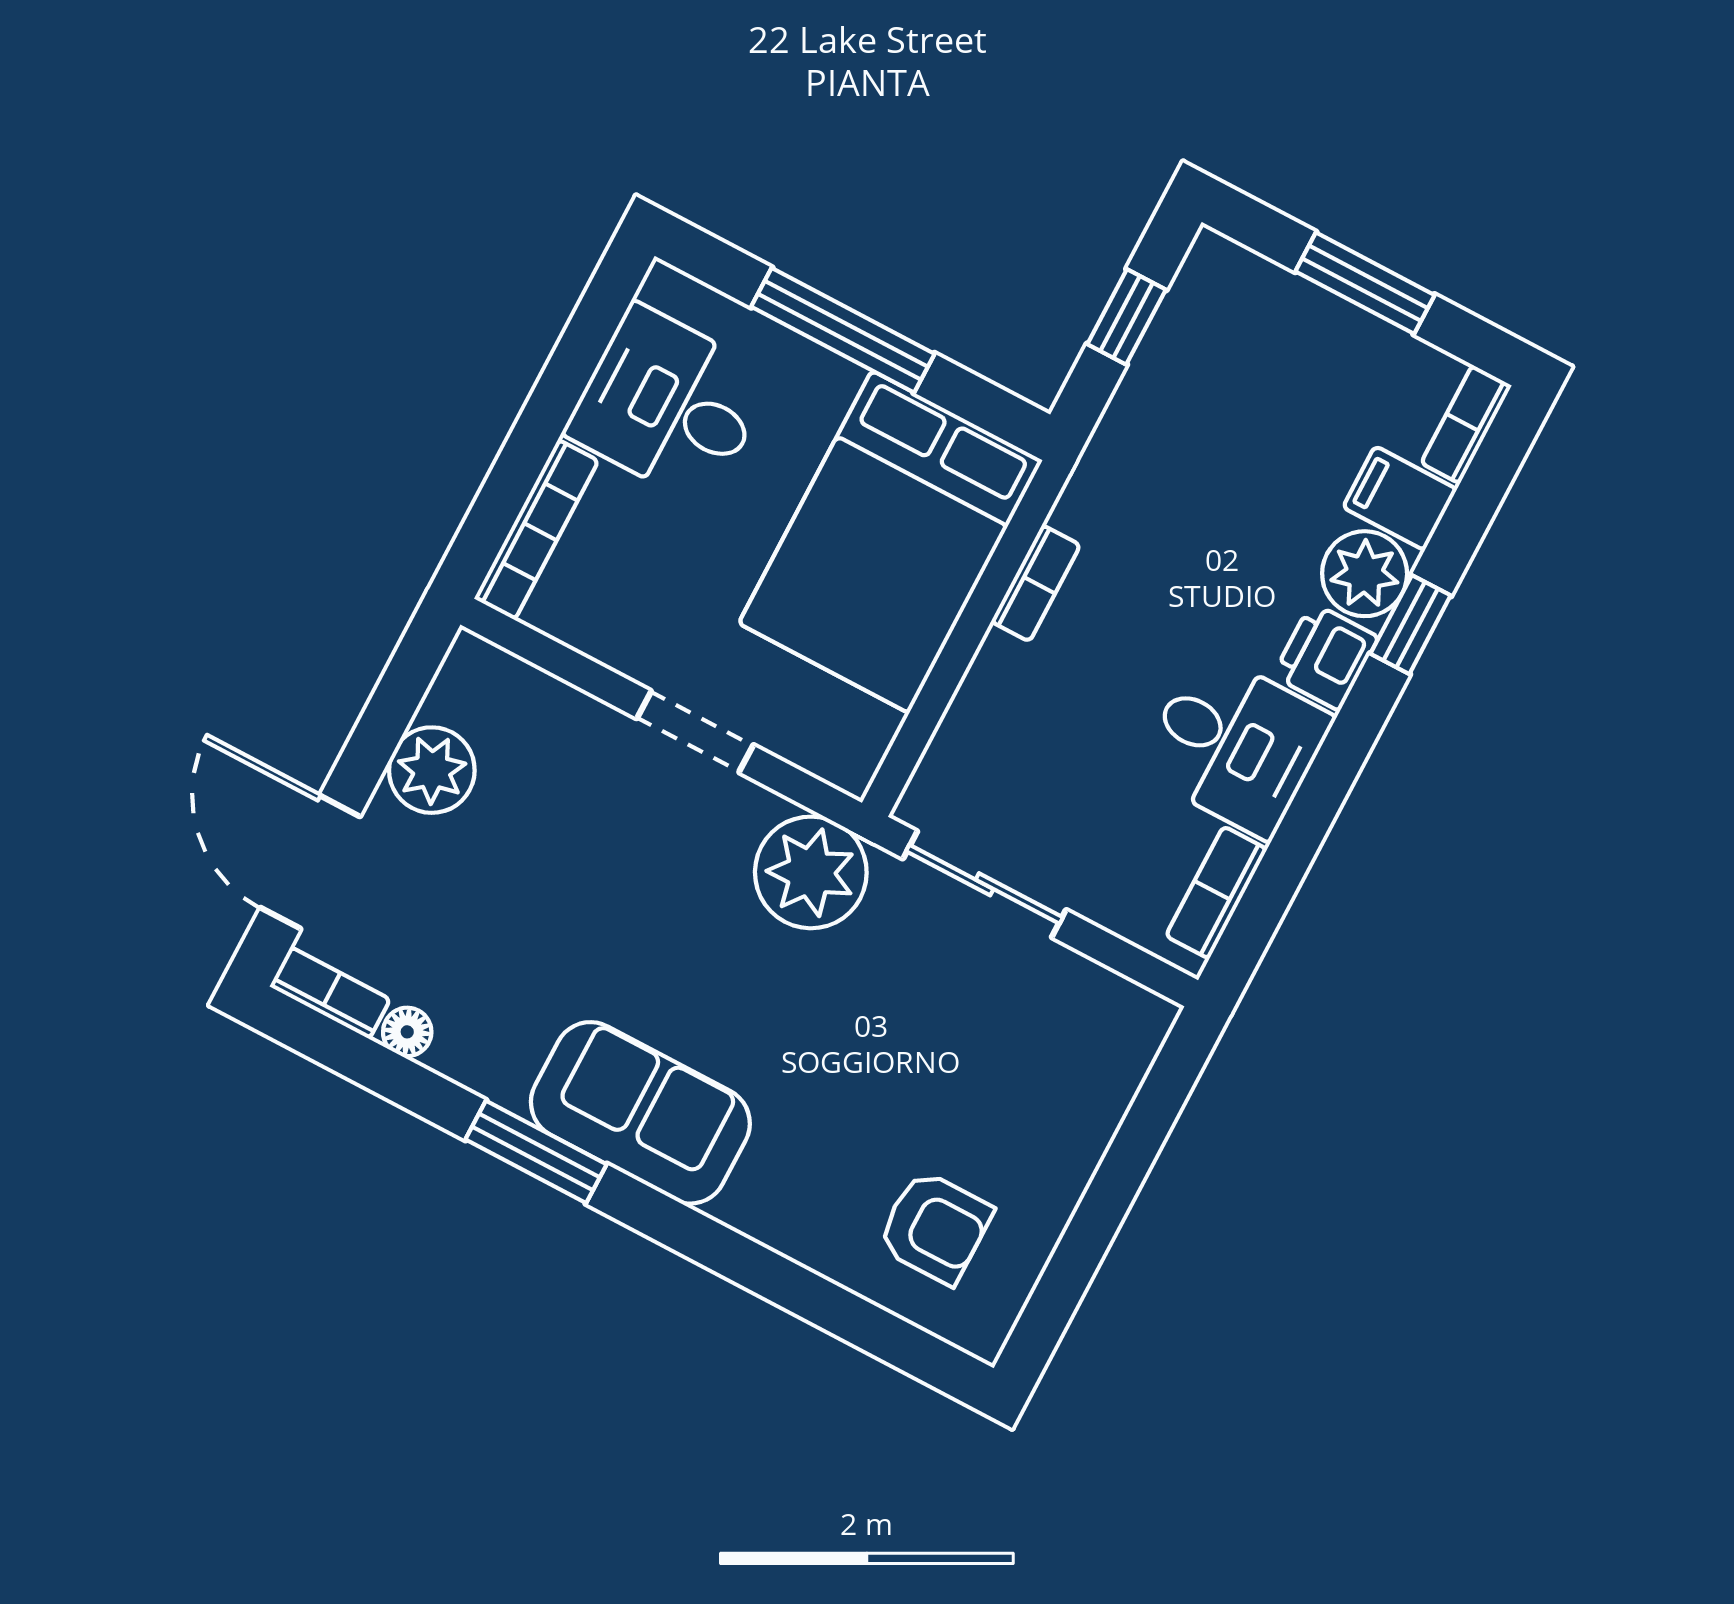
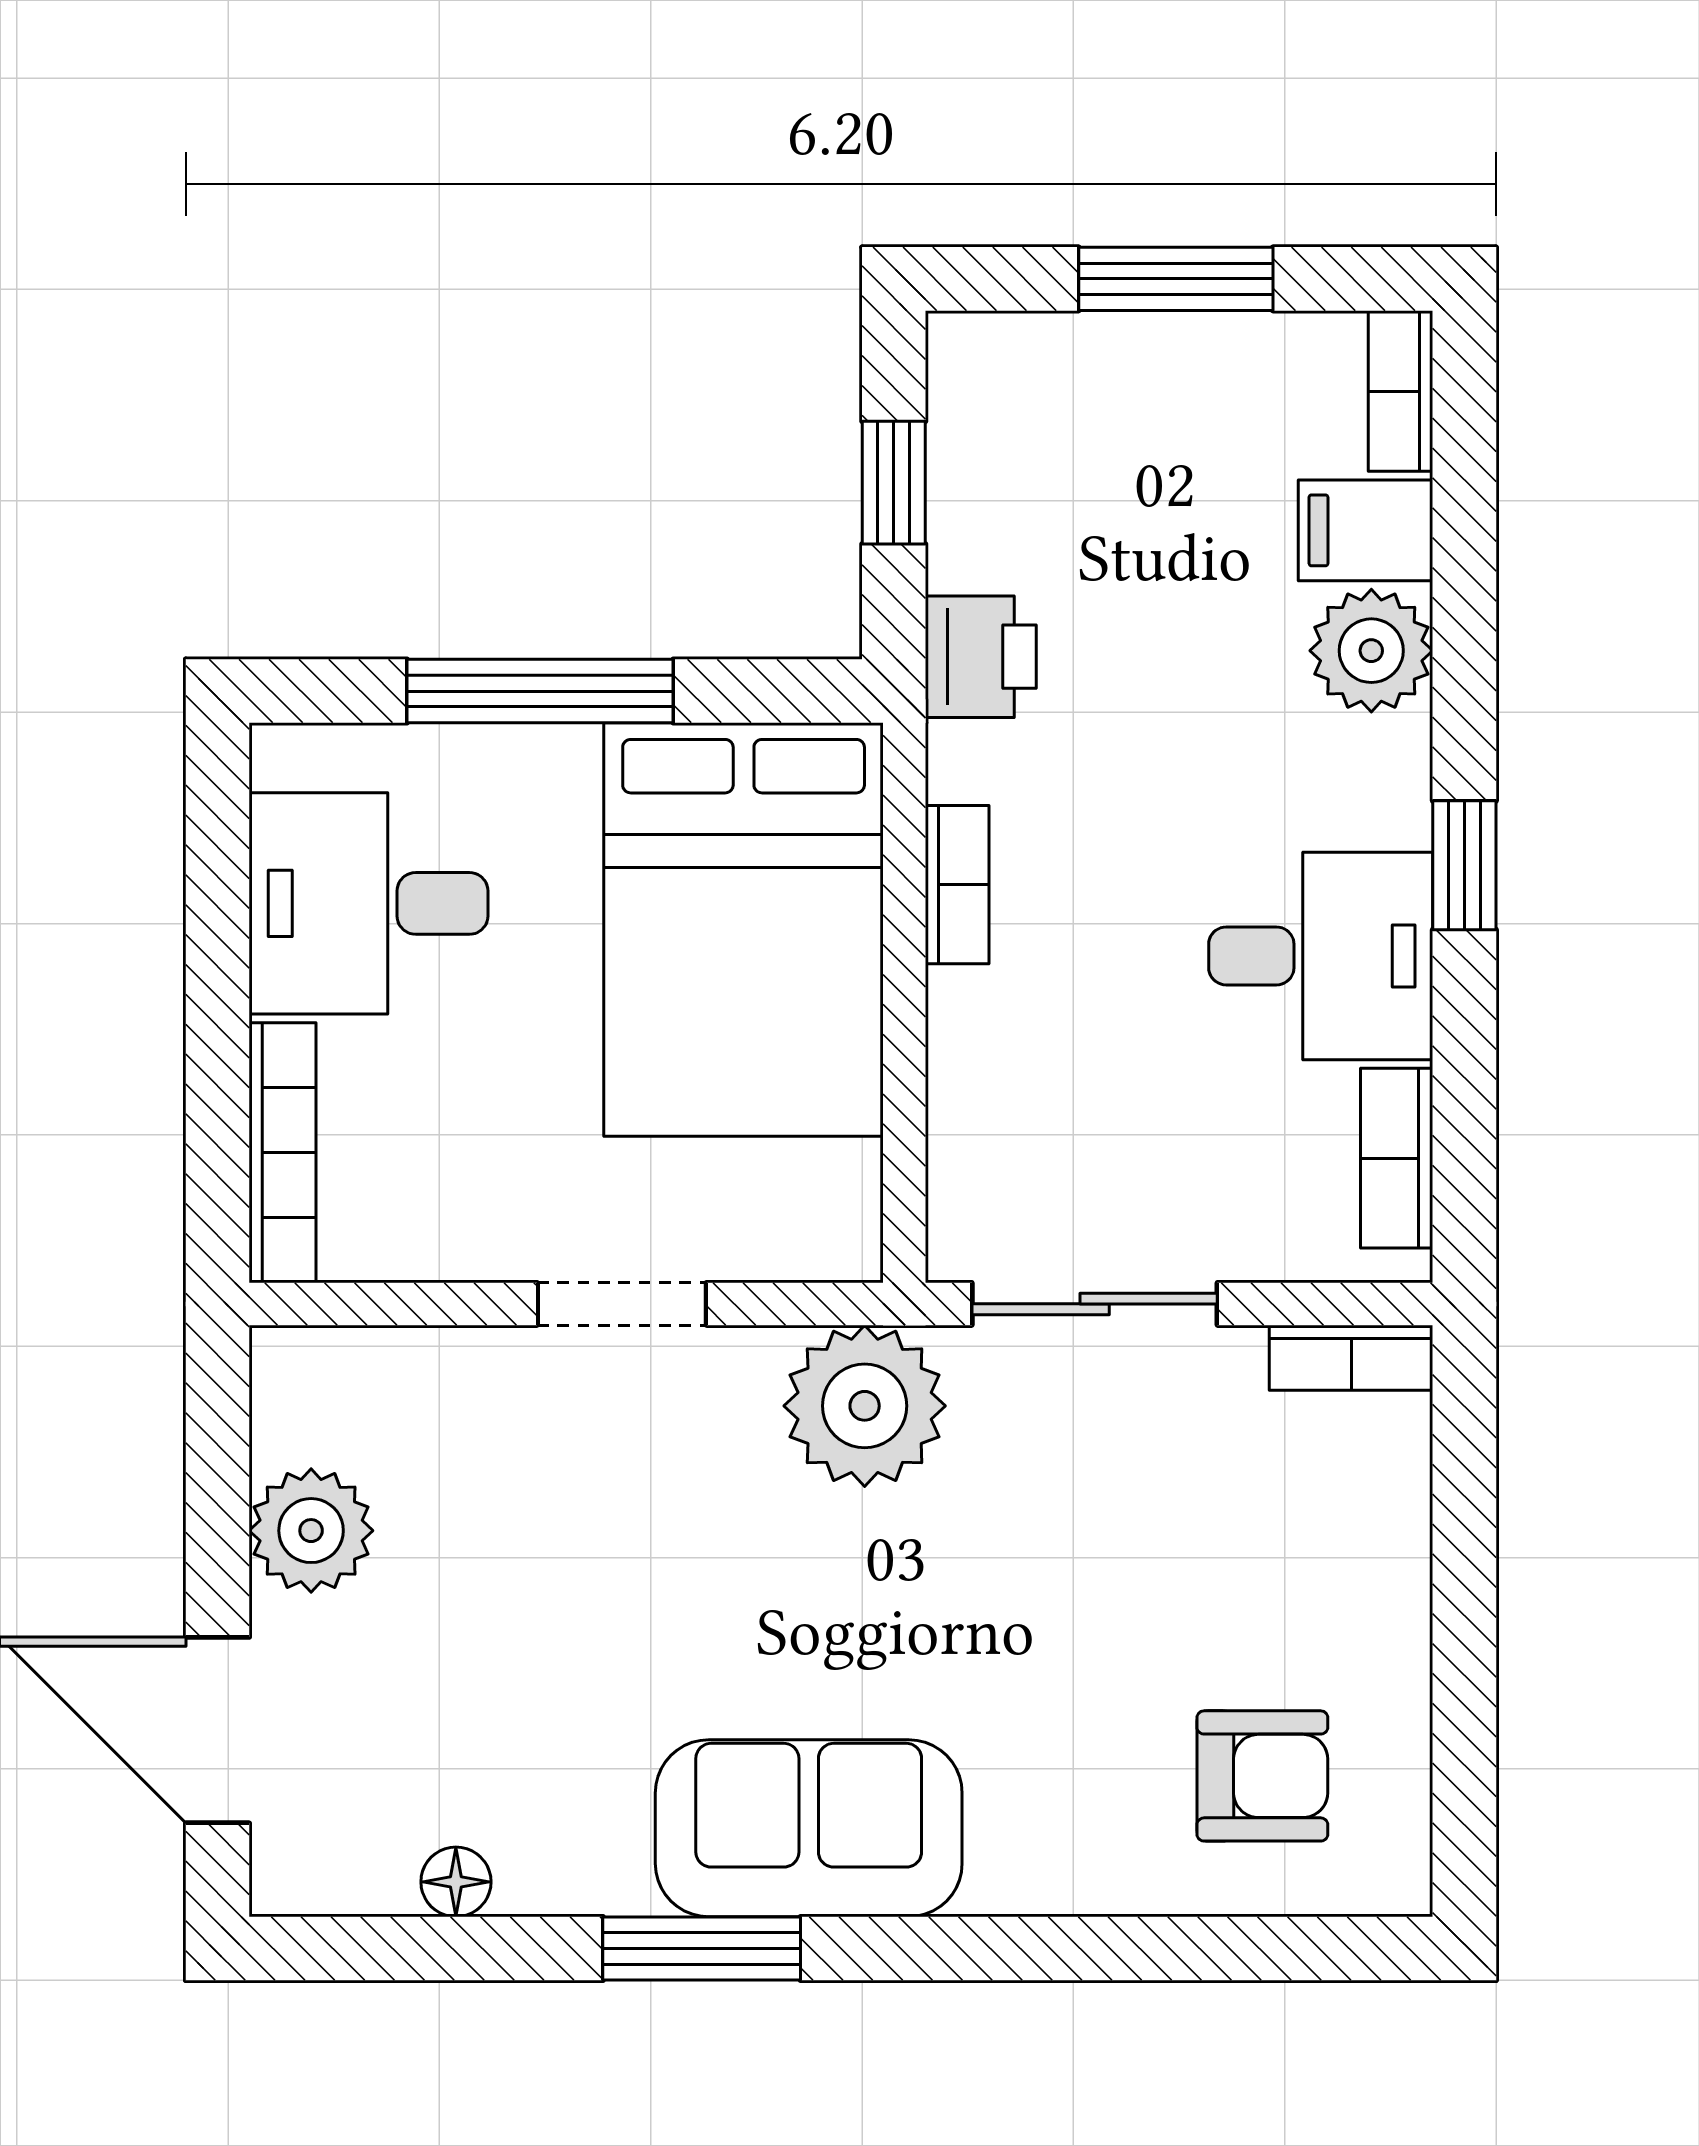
window: (1411, 625) -> (1464, 865), moved
printer: (1326, 657) -> (981, 657), moved, turned 180
bookcase: (330, 993) -> (1351, 1358), moved, turned 180

